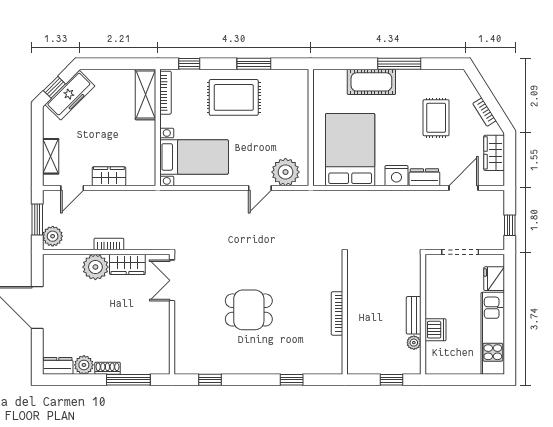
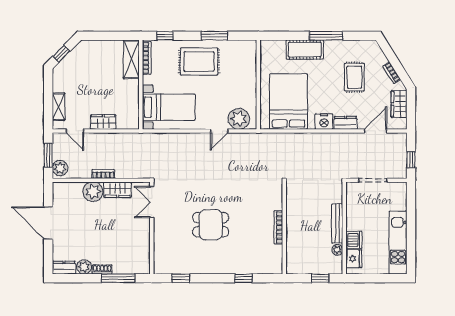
freezer: (70, 95) -> (73, 60), removed
door: (72, 188) -> (75, 131), hinge flipped
fridge: (494, 279) -> (354, 259), moved, turned 180
bench: (414, 315) -> (337, 224), width x1.36

